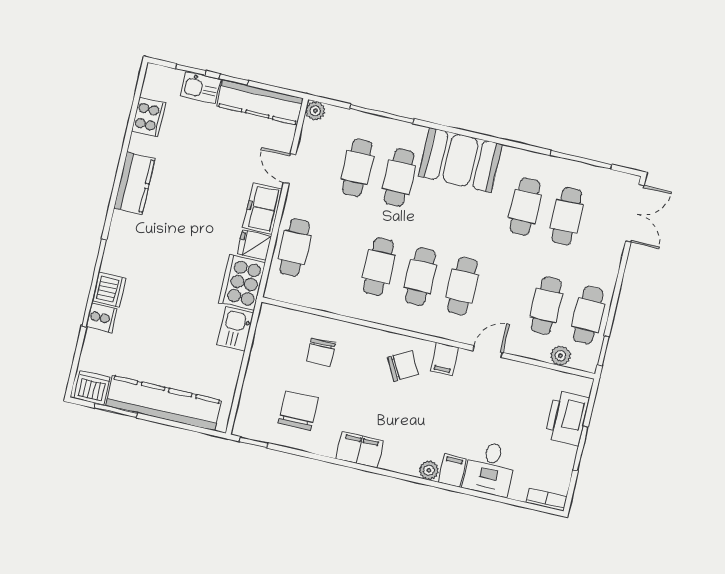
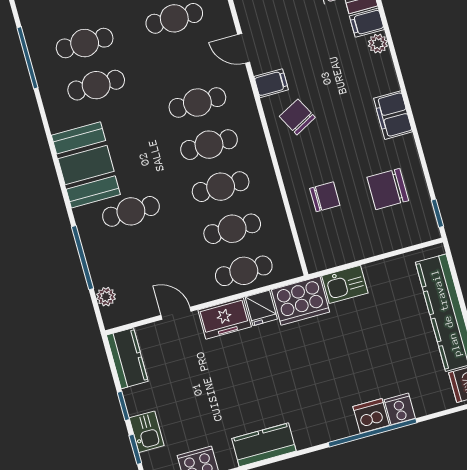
kitchen counter: (260, 102) -> (127, 358), width x0.67
plant: (315, 111) -> (106, 297), moved
cafe table: (357, 168) -> (232, 229), moved
door: (290, 169) -> (176, 313), swing flipped

